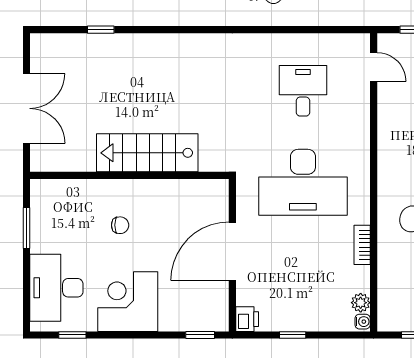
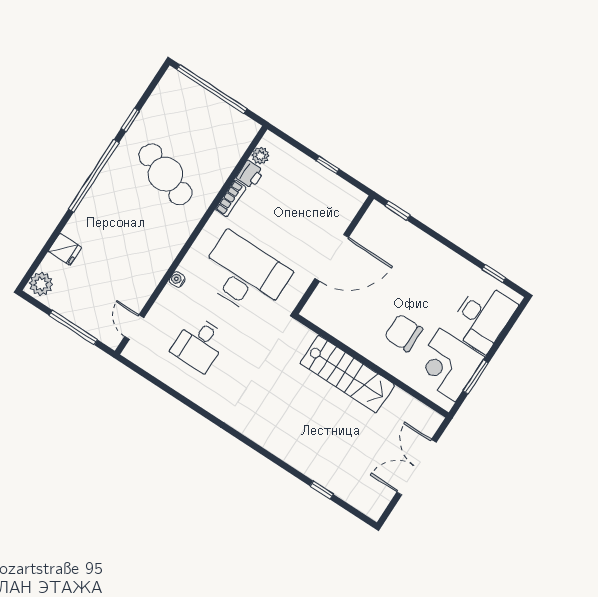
chair: (120, 225) -> (404, 333), width x1.87, depth x1.87
corner desk: (128, 302) -> (448, 365), moved, turned 90
printer: (247, 319) -> (250, 174), moved, turned 180
water cooler: (363, 322) -> (177, 279), moved

